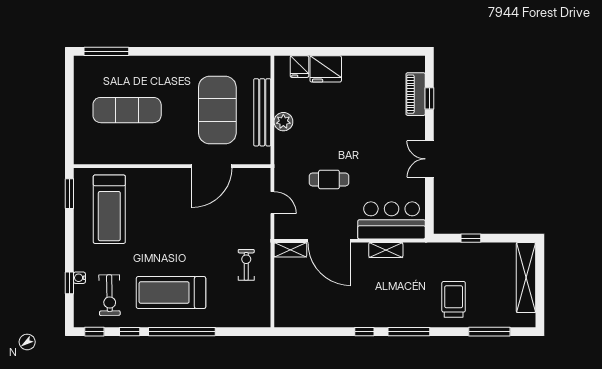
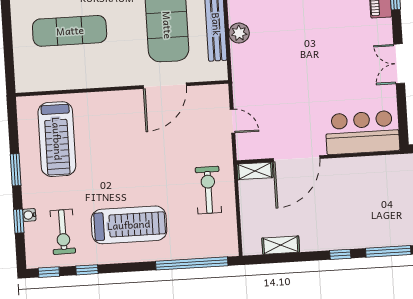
cafe table: (329, 179) -> (292, 92), removed
window: (69, 194) -> (16, 170), moved
door: (329, 241) -> (296, 159), hinge flipped
shelving: (386, 250) -> (281, 245), moved
exercise bike: (246, 265) -> (208, 190), width x1.38, depth x1.39
treadmill: (171, 293) -> (129, 225), turned 180
window: (182, 332) -> (192, 263), moved

